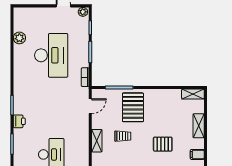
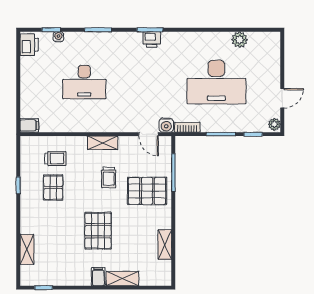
water cooler: (84, 93) -> (166, 125), added
shelving: (193, 94) -> (165, 245), moved
printer: (19, 121) -> (152, 39), moved
pallet: (163, 144) -> (98, 231), width x1.50, depth x1.42
filing cabinet: (197, 154) -> (98, 277), moved

